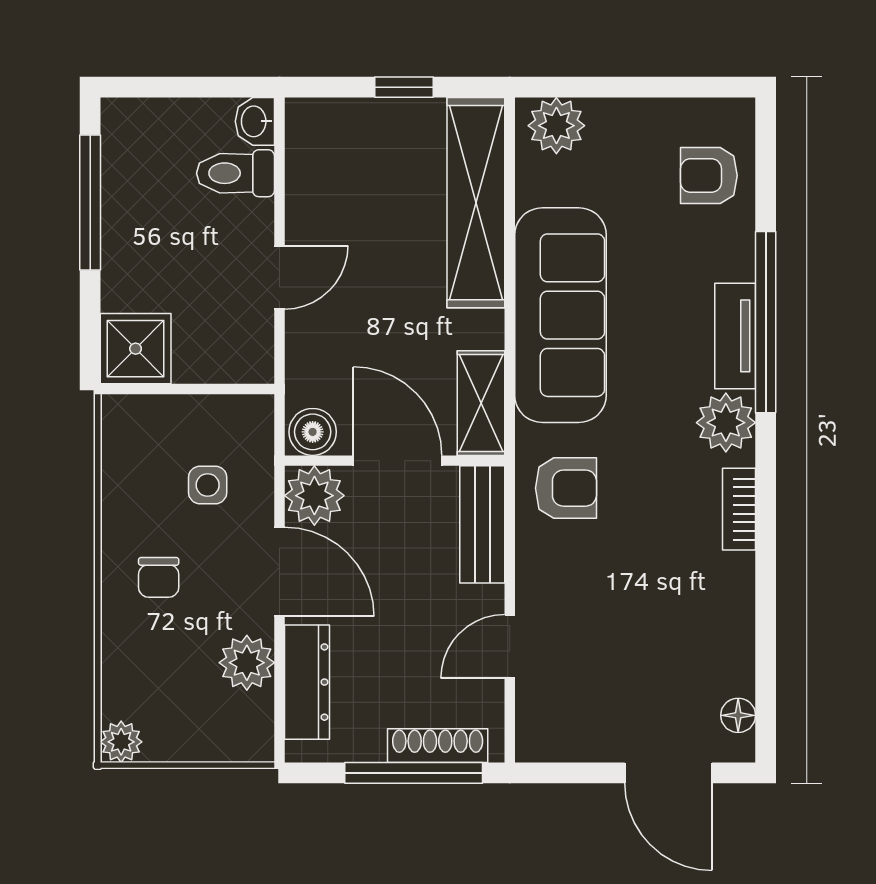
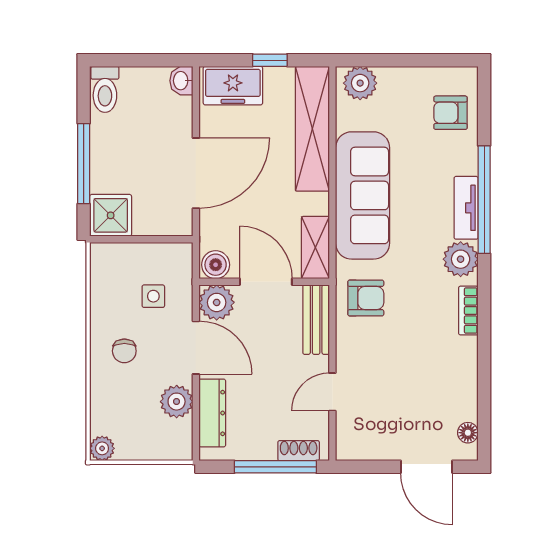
freezer: (342, 130) -> (233, 86), added
toilet: (235, 173) -> (105, 89), moved, turned -90
window: (90, 203) -> (84, 164), moved
door: (279, 277) -> (196, 173), width x1.87
shoe rack: (438, 746) -> (299, 451), width x0.70

